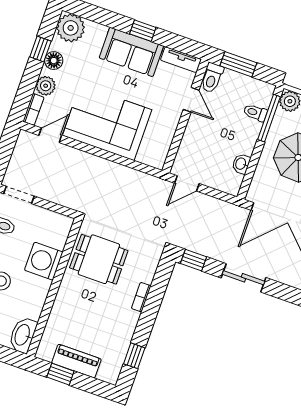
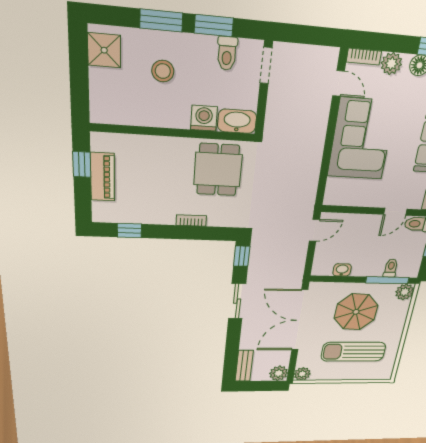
door: (187, 183) -> (314, 230), swing flipped
washing machine: (44, 261) -> (204, 118), width x0.73, depth x0.73
washbasin: (23, 335) -> (237, 121), moved

